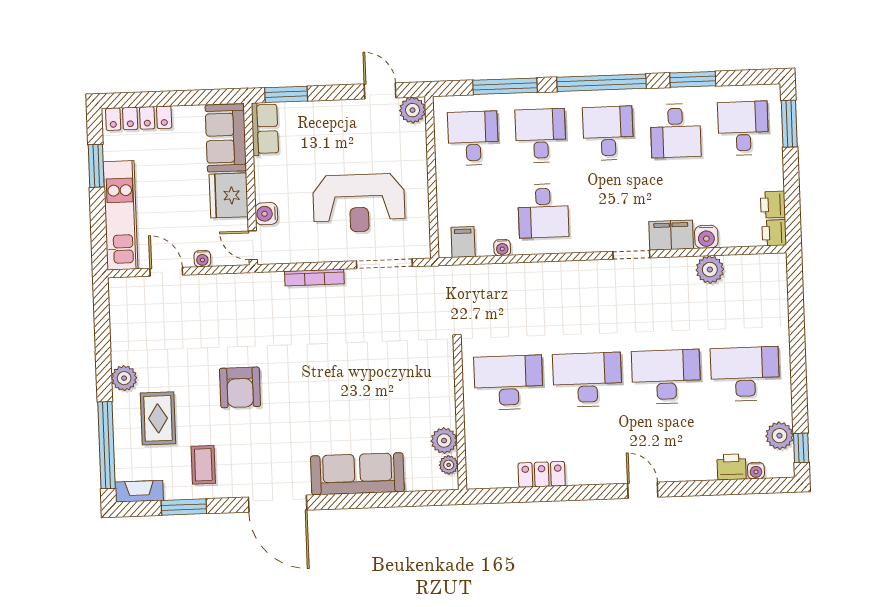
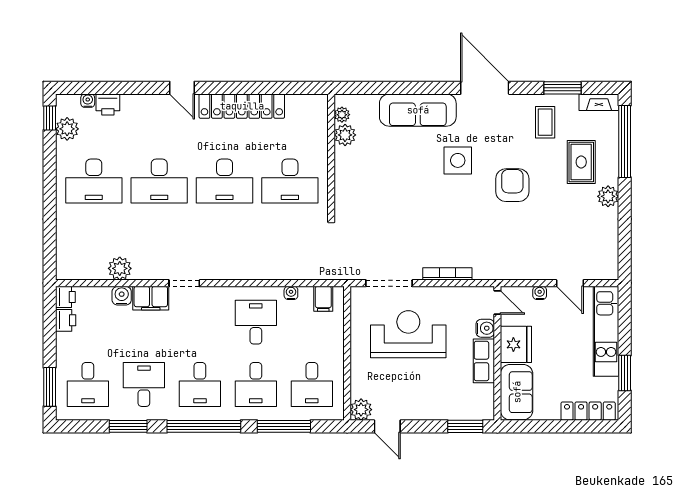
row of seats: (265, 129) -> (484, 361), moved
side table: (307, 415) -> (458, 160), added
locker: (542, 474) -> (242, 106), width x2.16, depth x1.21

